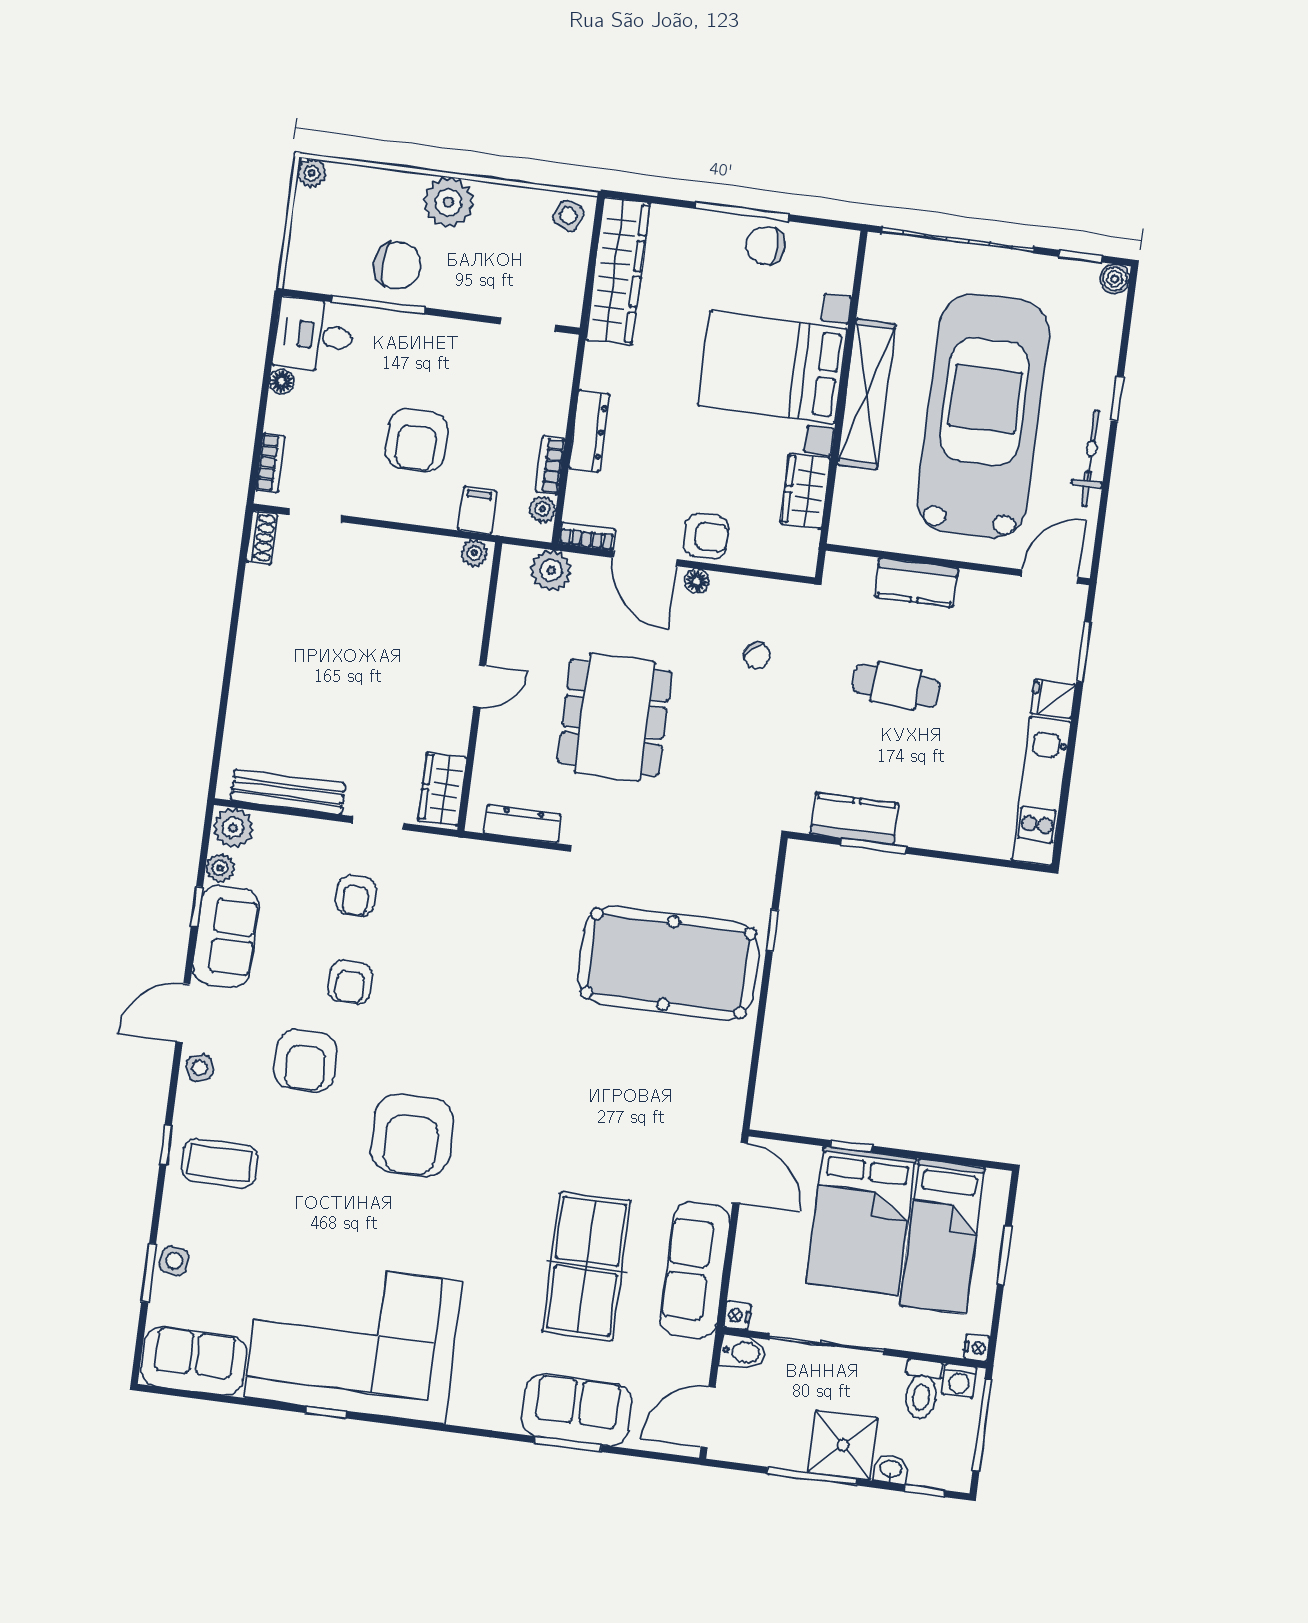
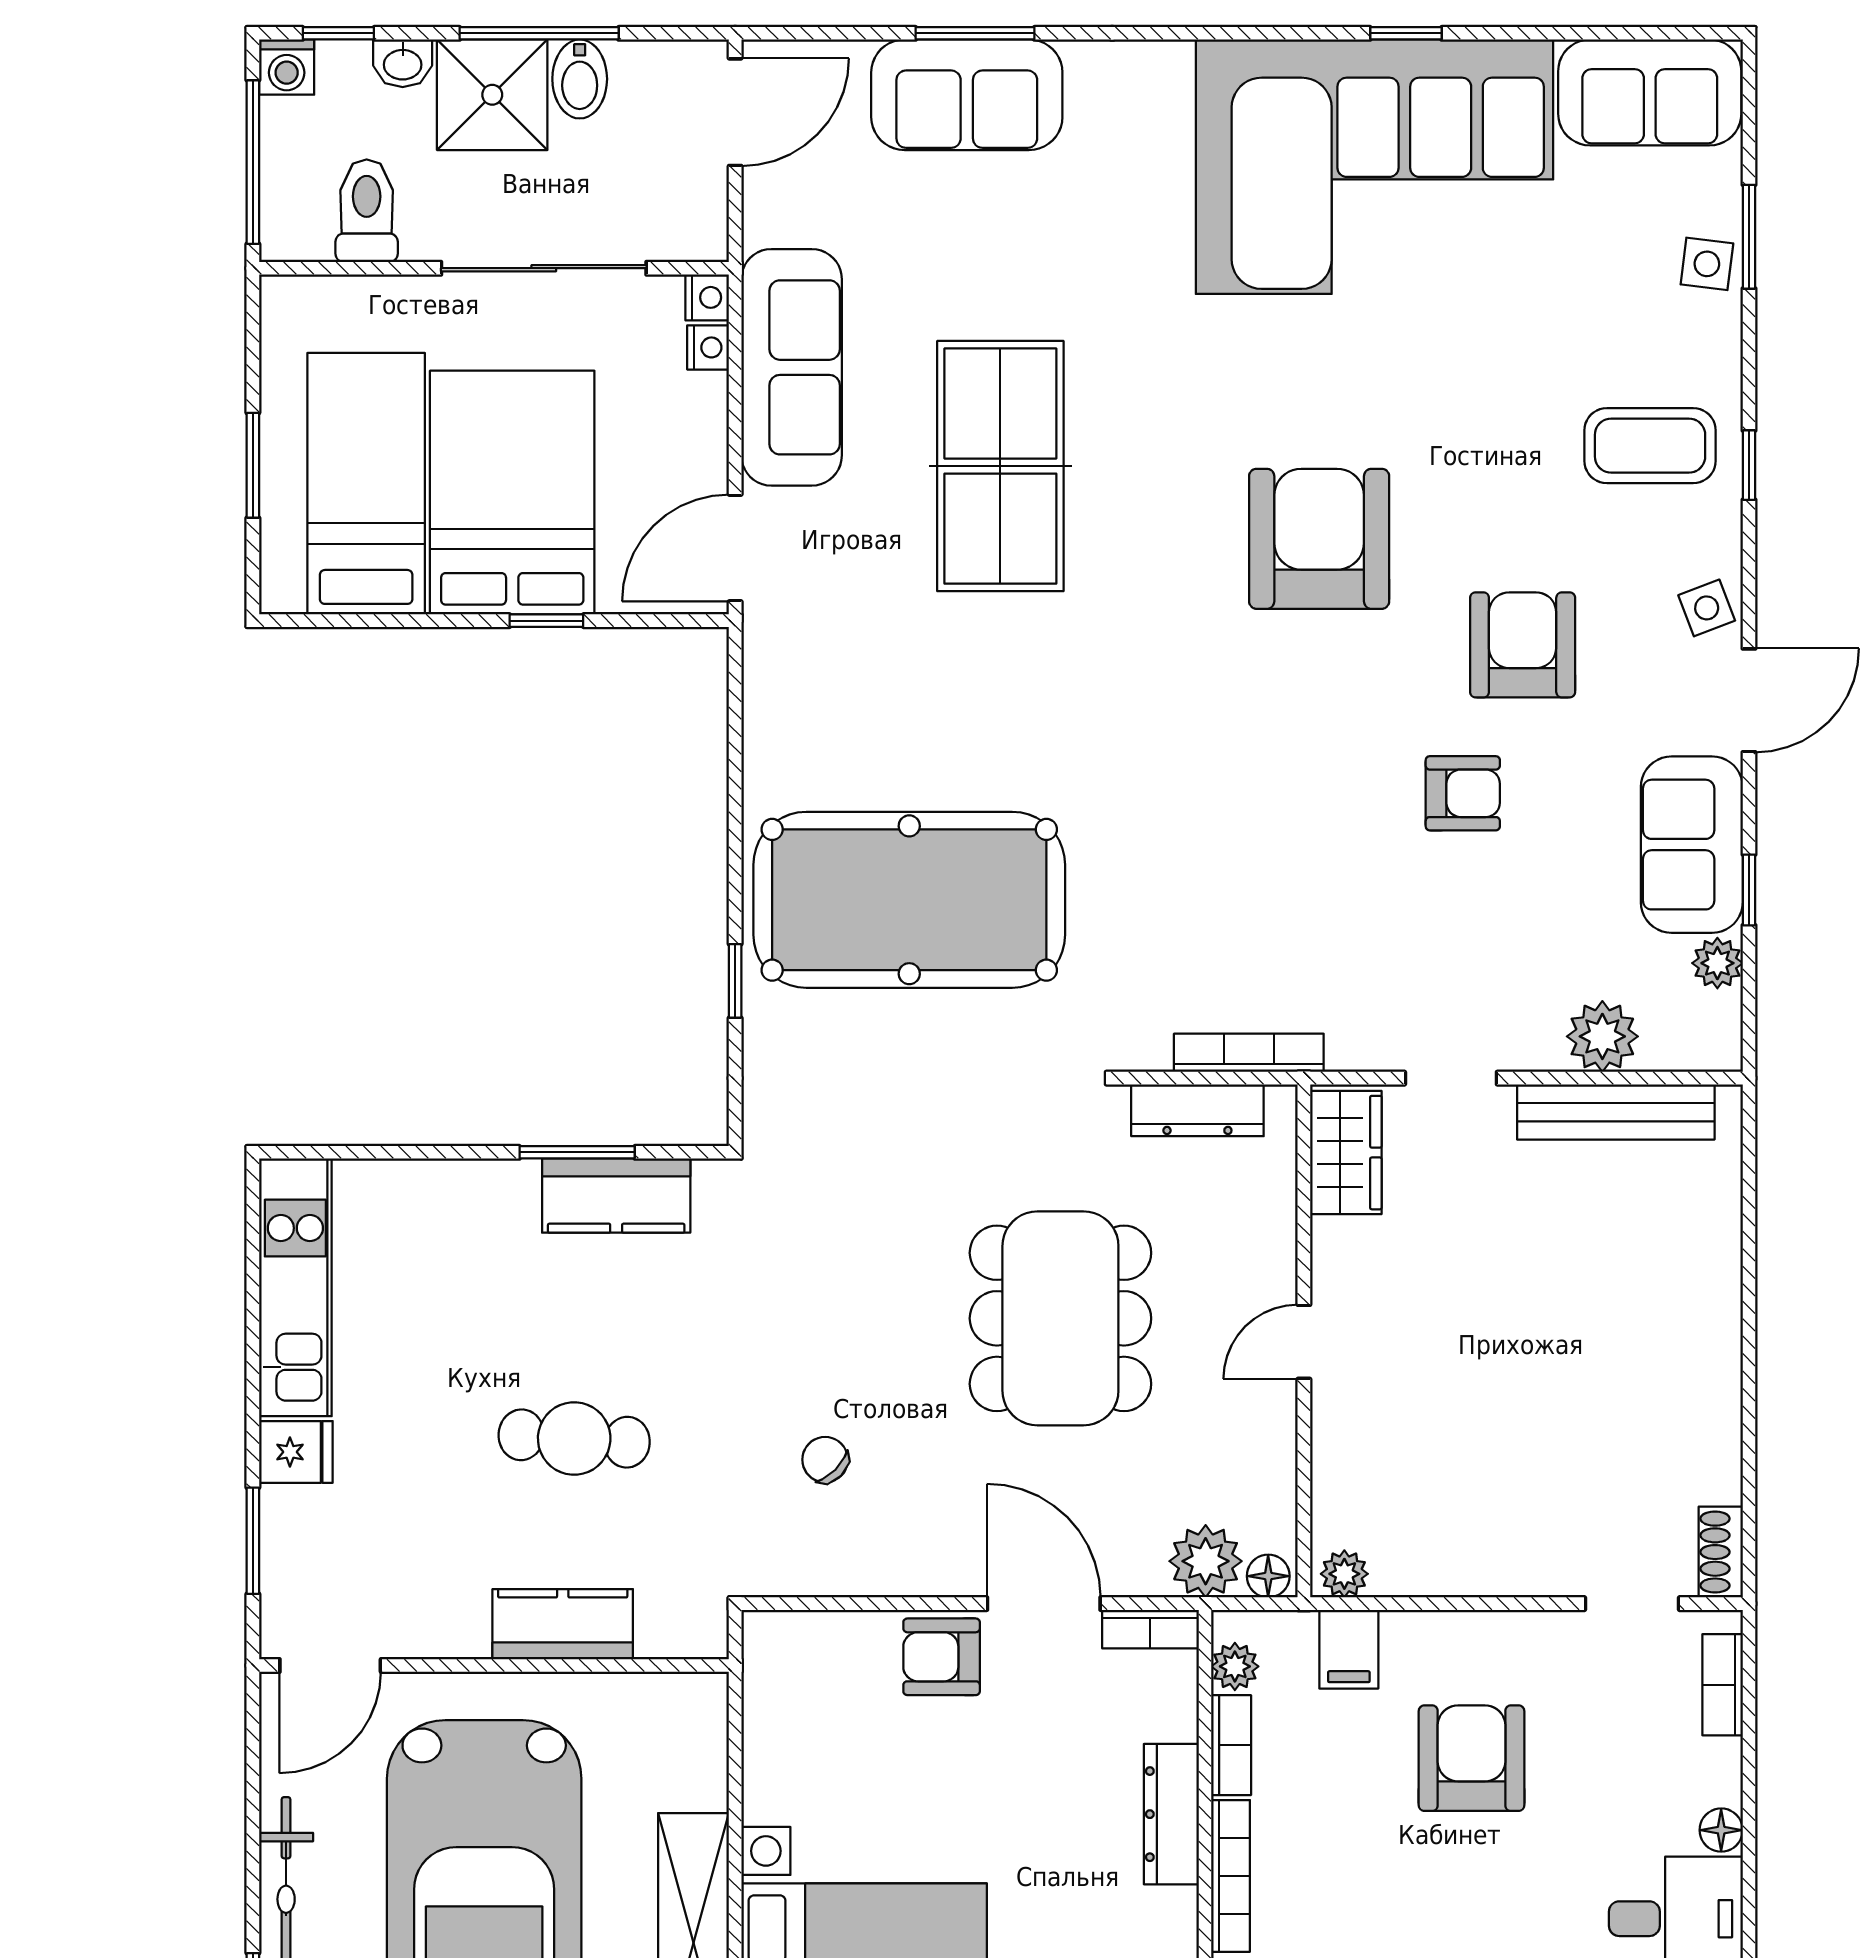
bookcase: (560, 392) -> (1231, 1876), added
wardrobe: (805, 491) -> (778, 1759), removed
floor lamp: (697, 581) -> (1268, 1576), moved
plant: (233, 828) -> (1602, 1036), moved
bookcase: (489, 852) -> (1249, 1053), added
armchair: (356, 896) -> (1473, 946), removed
armchair: (350, 982) -> (1463, 793), turned 90
door: (740, 1173) -> (735, 548), hinge flipped
table tennis table: (586, 1266) -> (1000, 466), moved
nightstand: (977, 1348) -> (708, 347), moved, turned 180
bidet: (743, 1352) -> (580, 79), moved, turned -90
washing machine: (959, 1381) -> (287, 67), moved, turned 180

